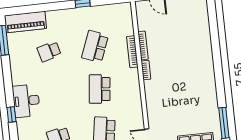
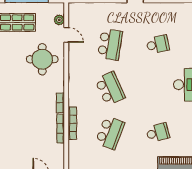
school desk: (100, 89) -> (110, 89), turned -30
round table: (168, 110) -> (42, 59), added

